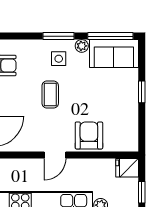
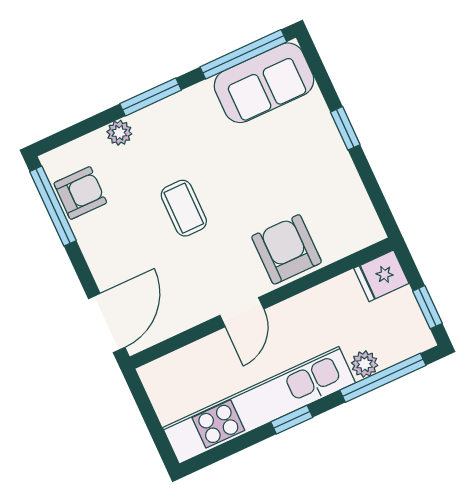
plant: (82, 46) -> (119, 133), moved
side table: (59, 59) -> (170, 137), removed

